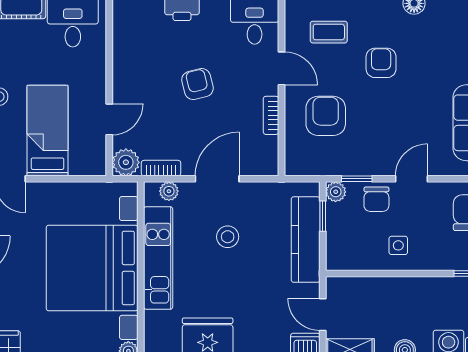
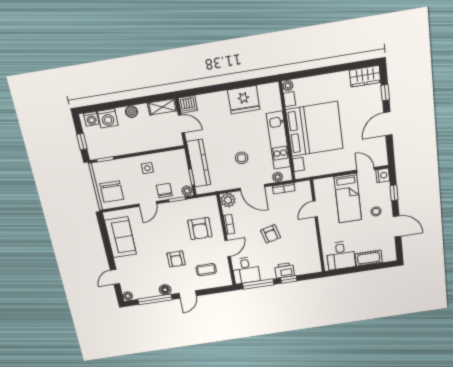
door: (282, 68) -> (228, 248), swing flipped
plant: (126, 162) -> (228, 200), moved
door: (217, 179) -> (252, 188), hinge flipped

